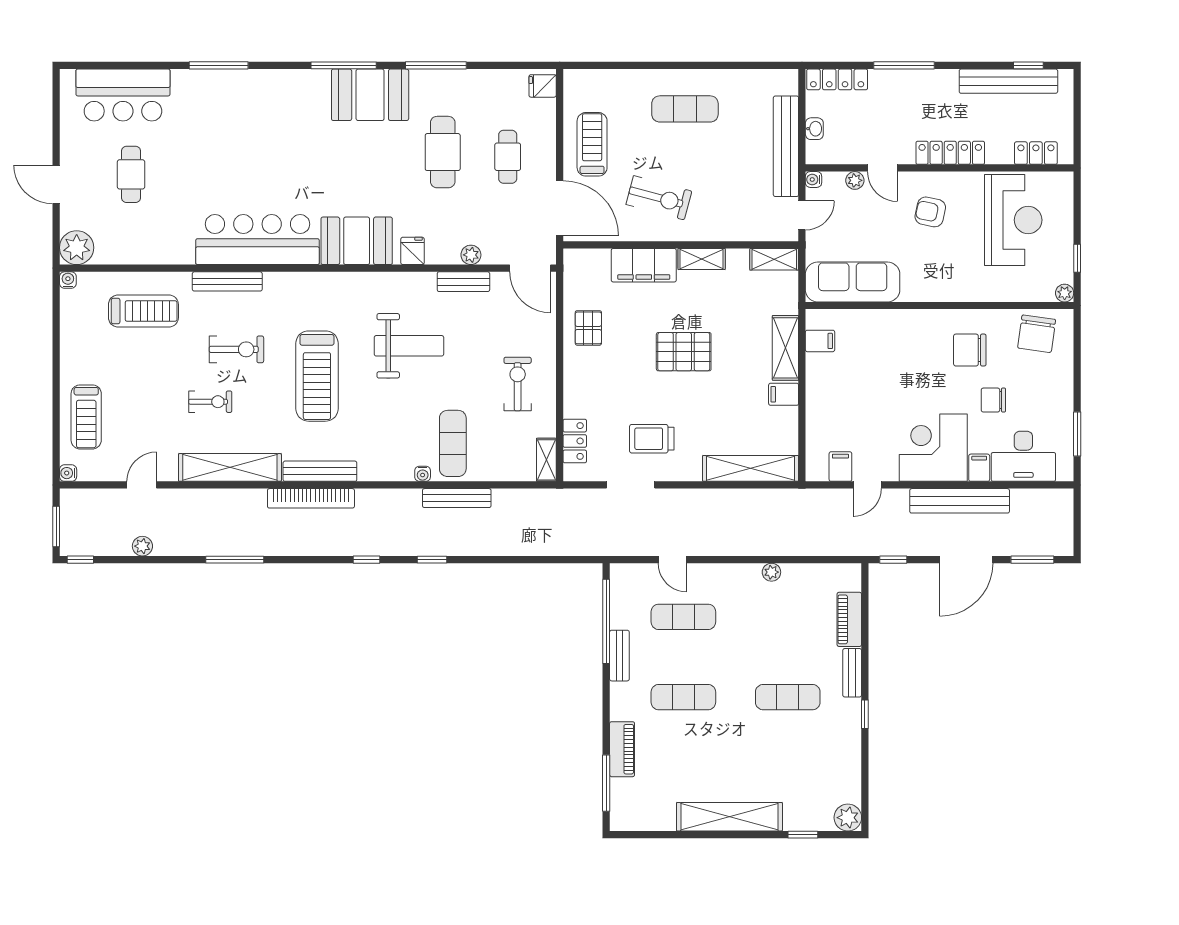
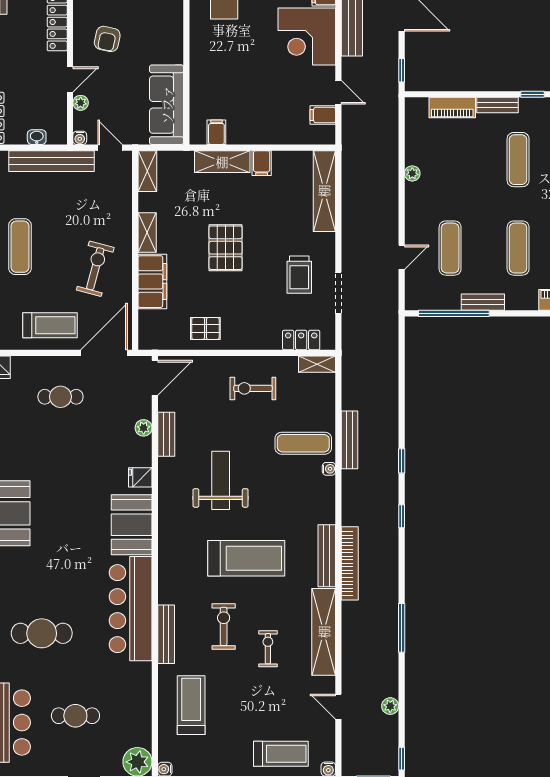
treadmill: (592, 144) -> (50, 325), turned 180
cafe table: (443, 152) -> (42, 633), moved

